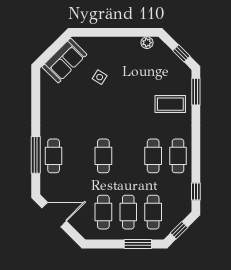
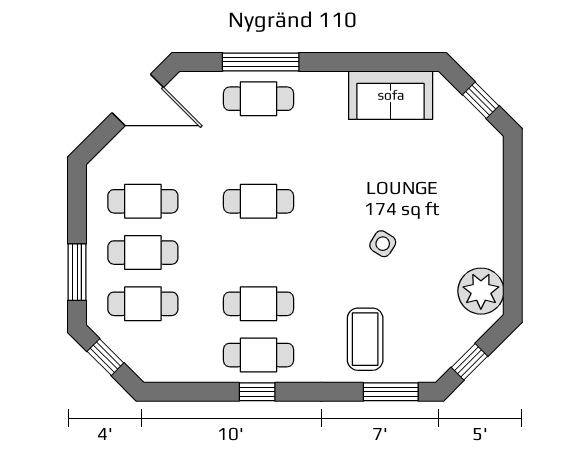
plant: (147, 43) -> (481, 291), width x1.88, depth x1.88
window: (54, 48) -> (481, 100), added
sofa: (64, 61) -> (391, 95), moved, turned -45
side table: (100, 77) -> (383, 244), moved
window: (196, 191) -> (257, 392), moved
door: (54, 215) -> (138, 100), hinge flipped

